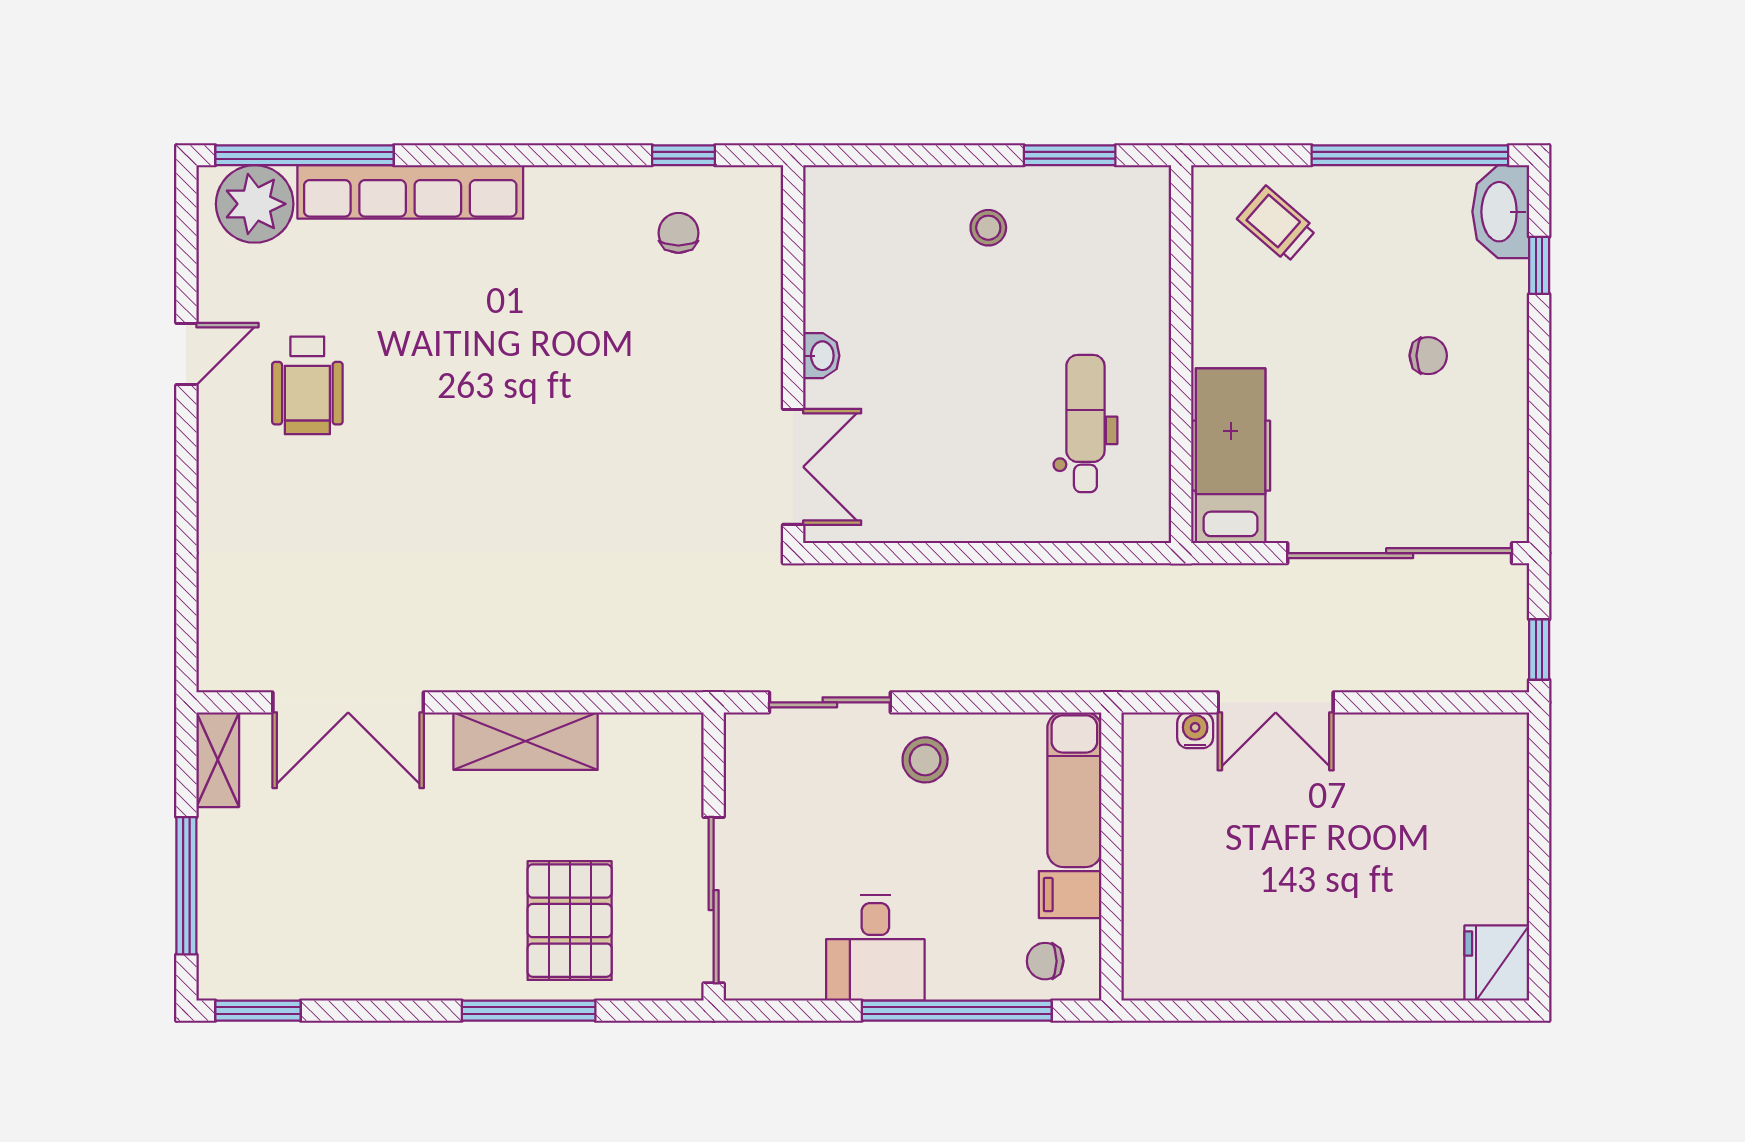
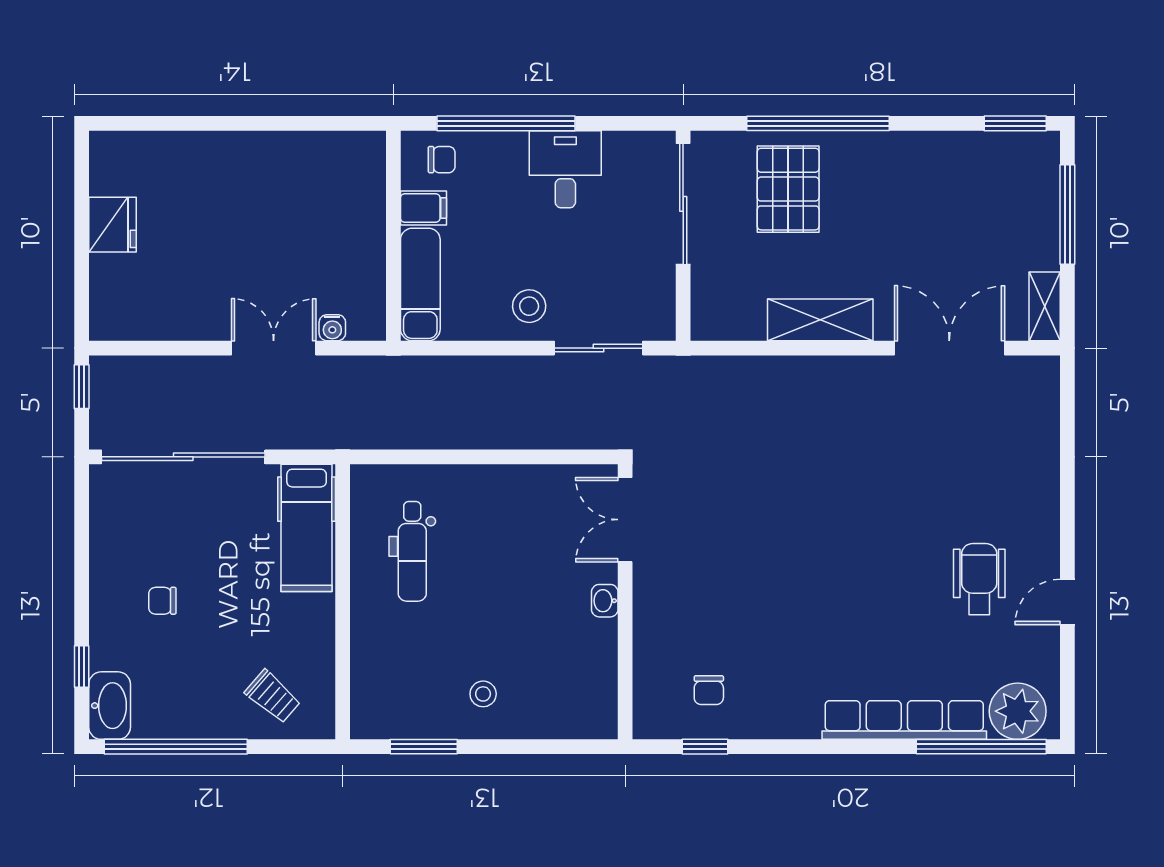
fridge: (1497, 963) -> (113, 225), moved
window: (529, 1011) -> (818, 123), width x1.46

